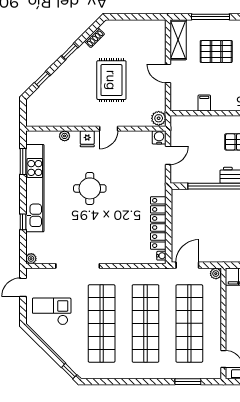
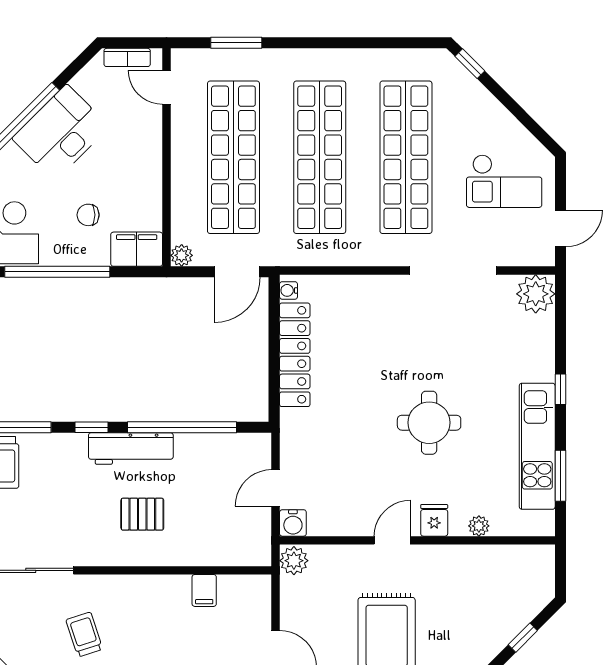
kitchen unit: (35, 188) -> (537, 446), width x0.73
window: (23, 222) -> (560, 389), moved
plant: (31, 259) -> (536, 294), width x1.88, depth x1.88

